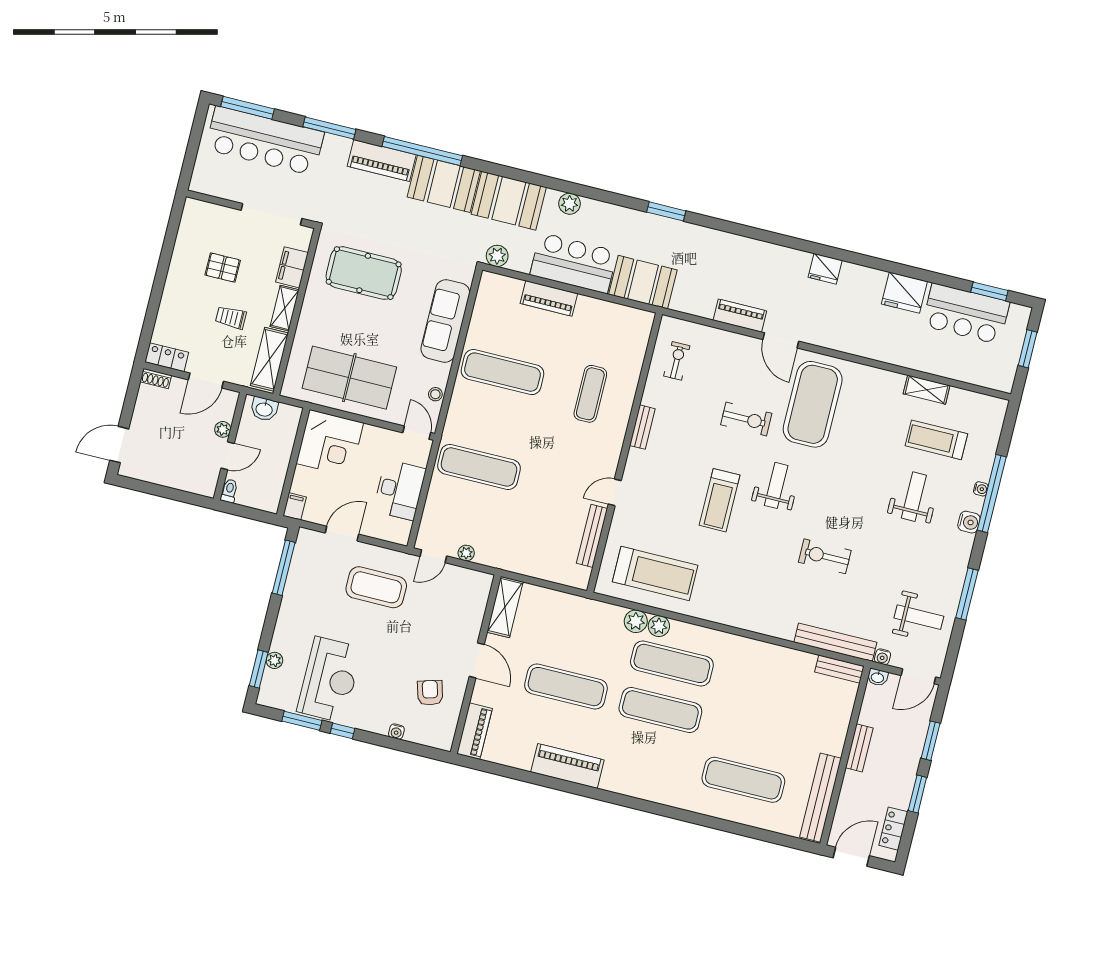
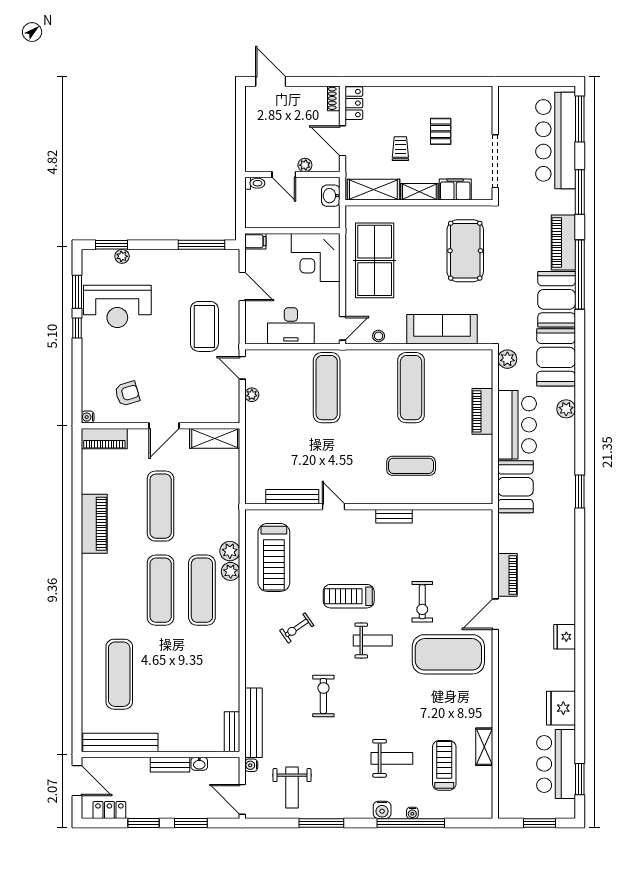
exercise bike: (677, 361) -> (297, 628), moved, turned 145
washbasin: (878, 677) -> (199, 764), moved, turned -90
water cooler: (396, 732) -> (88, 417), moved

